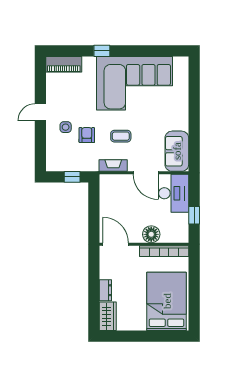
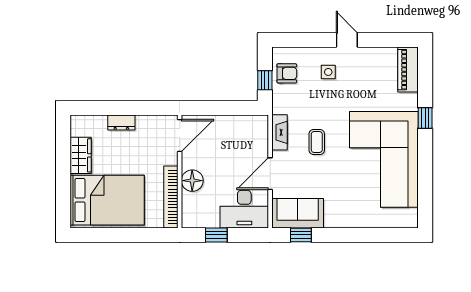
armchair: (87, 135) -> (287, 73), moved
window: (194, 149) -> (301, 235), added
wardrobe: (108, 316) -> (81, 155), moved, turned -90

